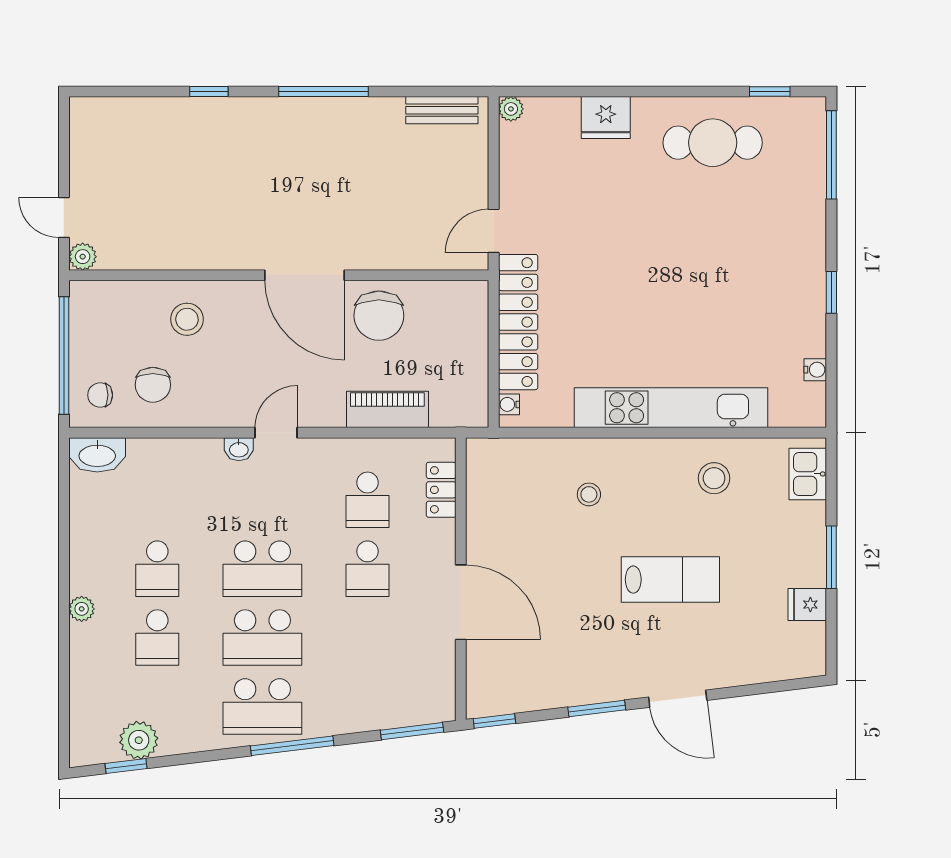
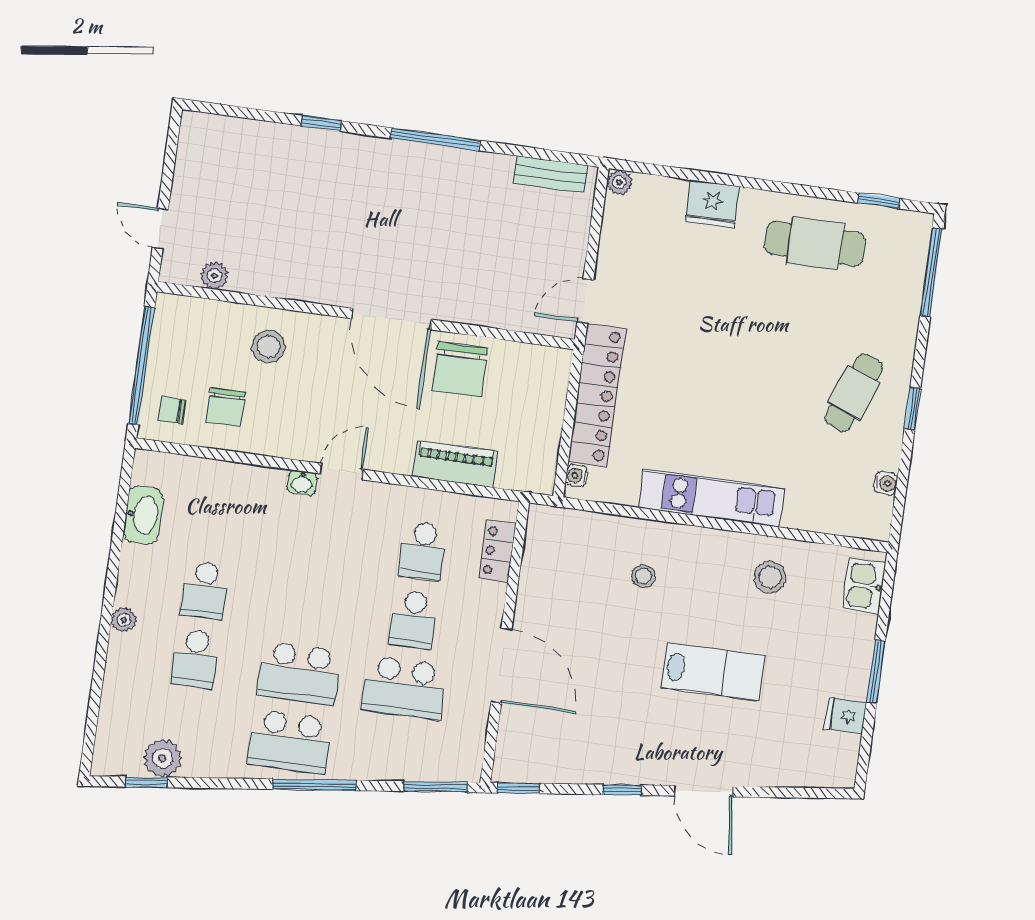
plant: (83, 257) -> (214, 276), moved
cafe table: (772, 285) -> (854, 393), added
kitchen unit: (671, 408) -> (712, 498), width x0.73
washbasin: (97, 455) -> (143, 515), moved, turned -90
school desk: (262, 569) -> (404, 688), moved
window: (597, 709) -> (622, 790), width x0.67

